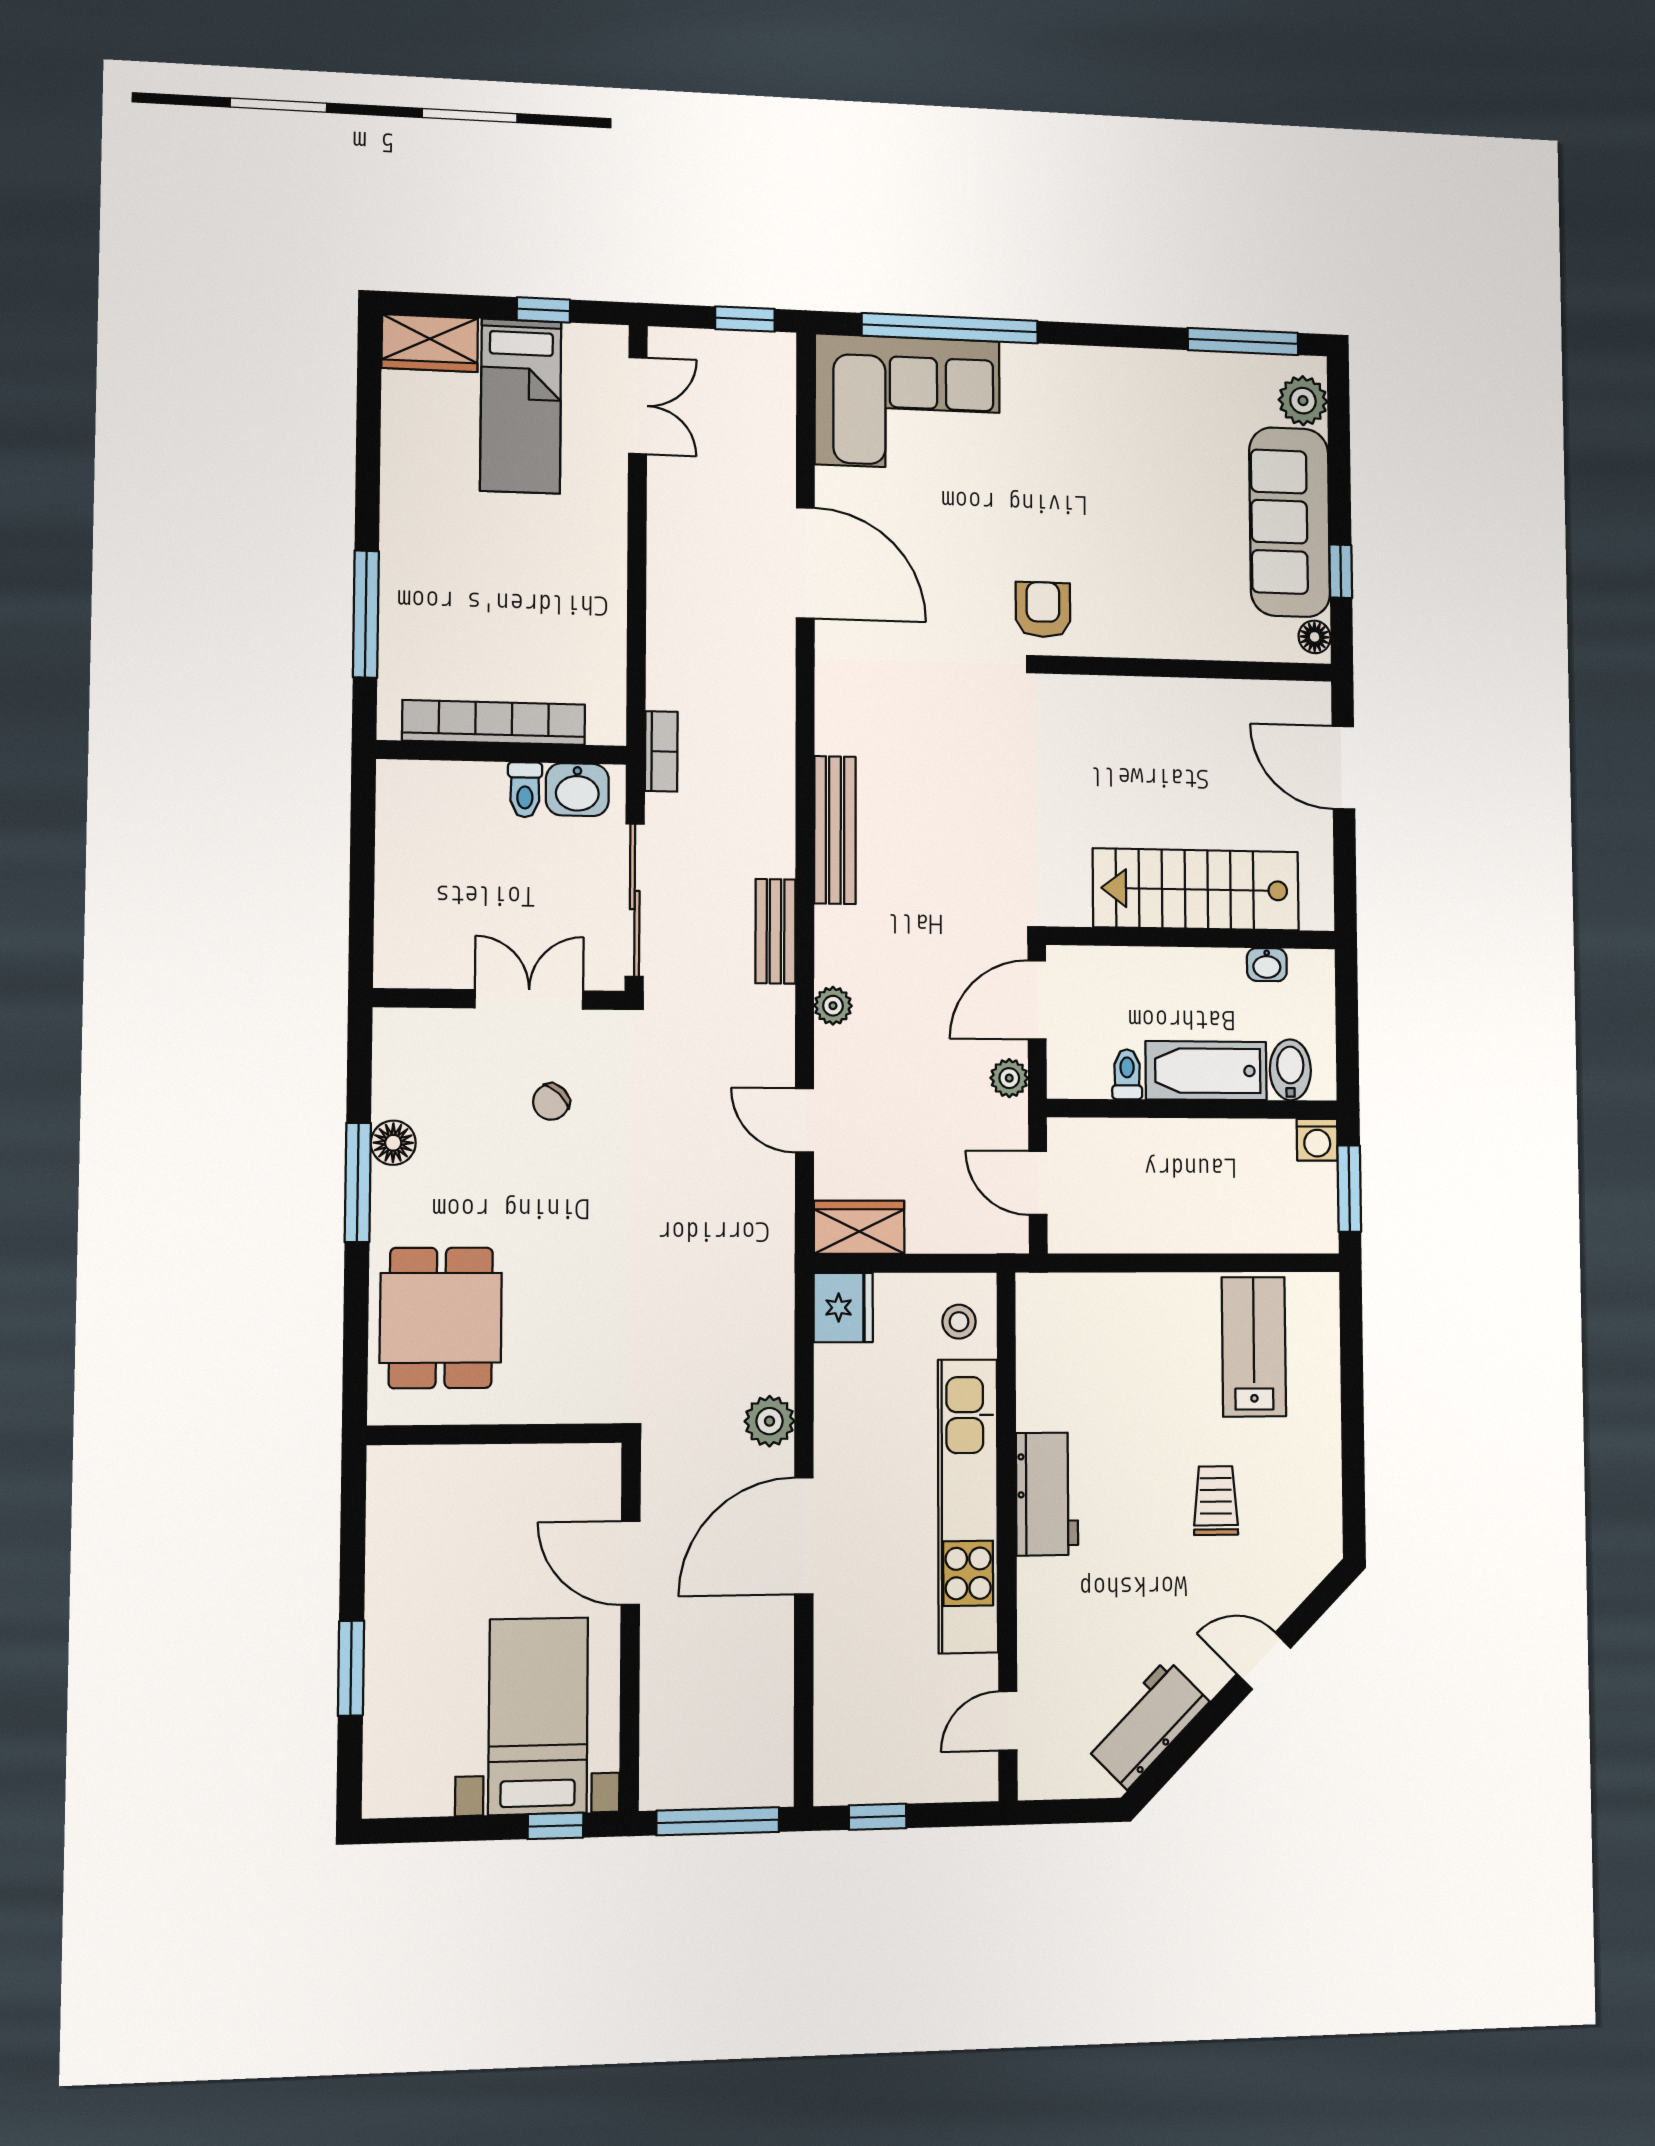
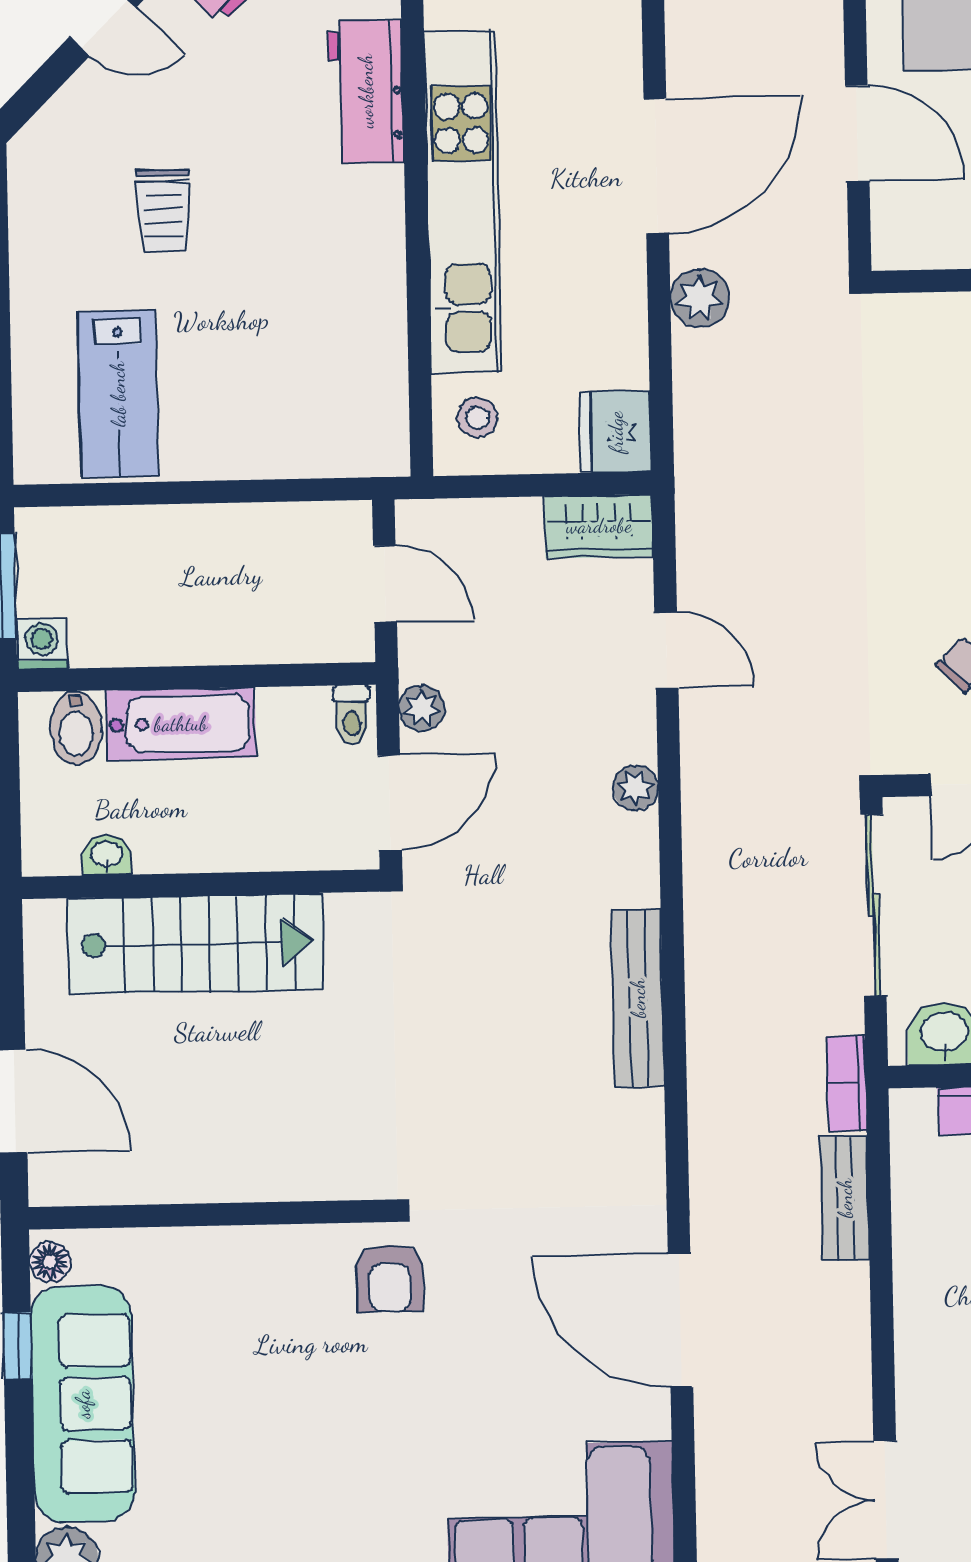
bench: (775, 931) -> (845, 1198), moved
toilet: (1127, 1074) -> (352, 715), moved
workbench: (1047, 1494) -> (366, 91), moved

